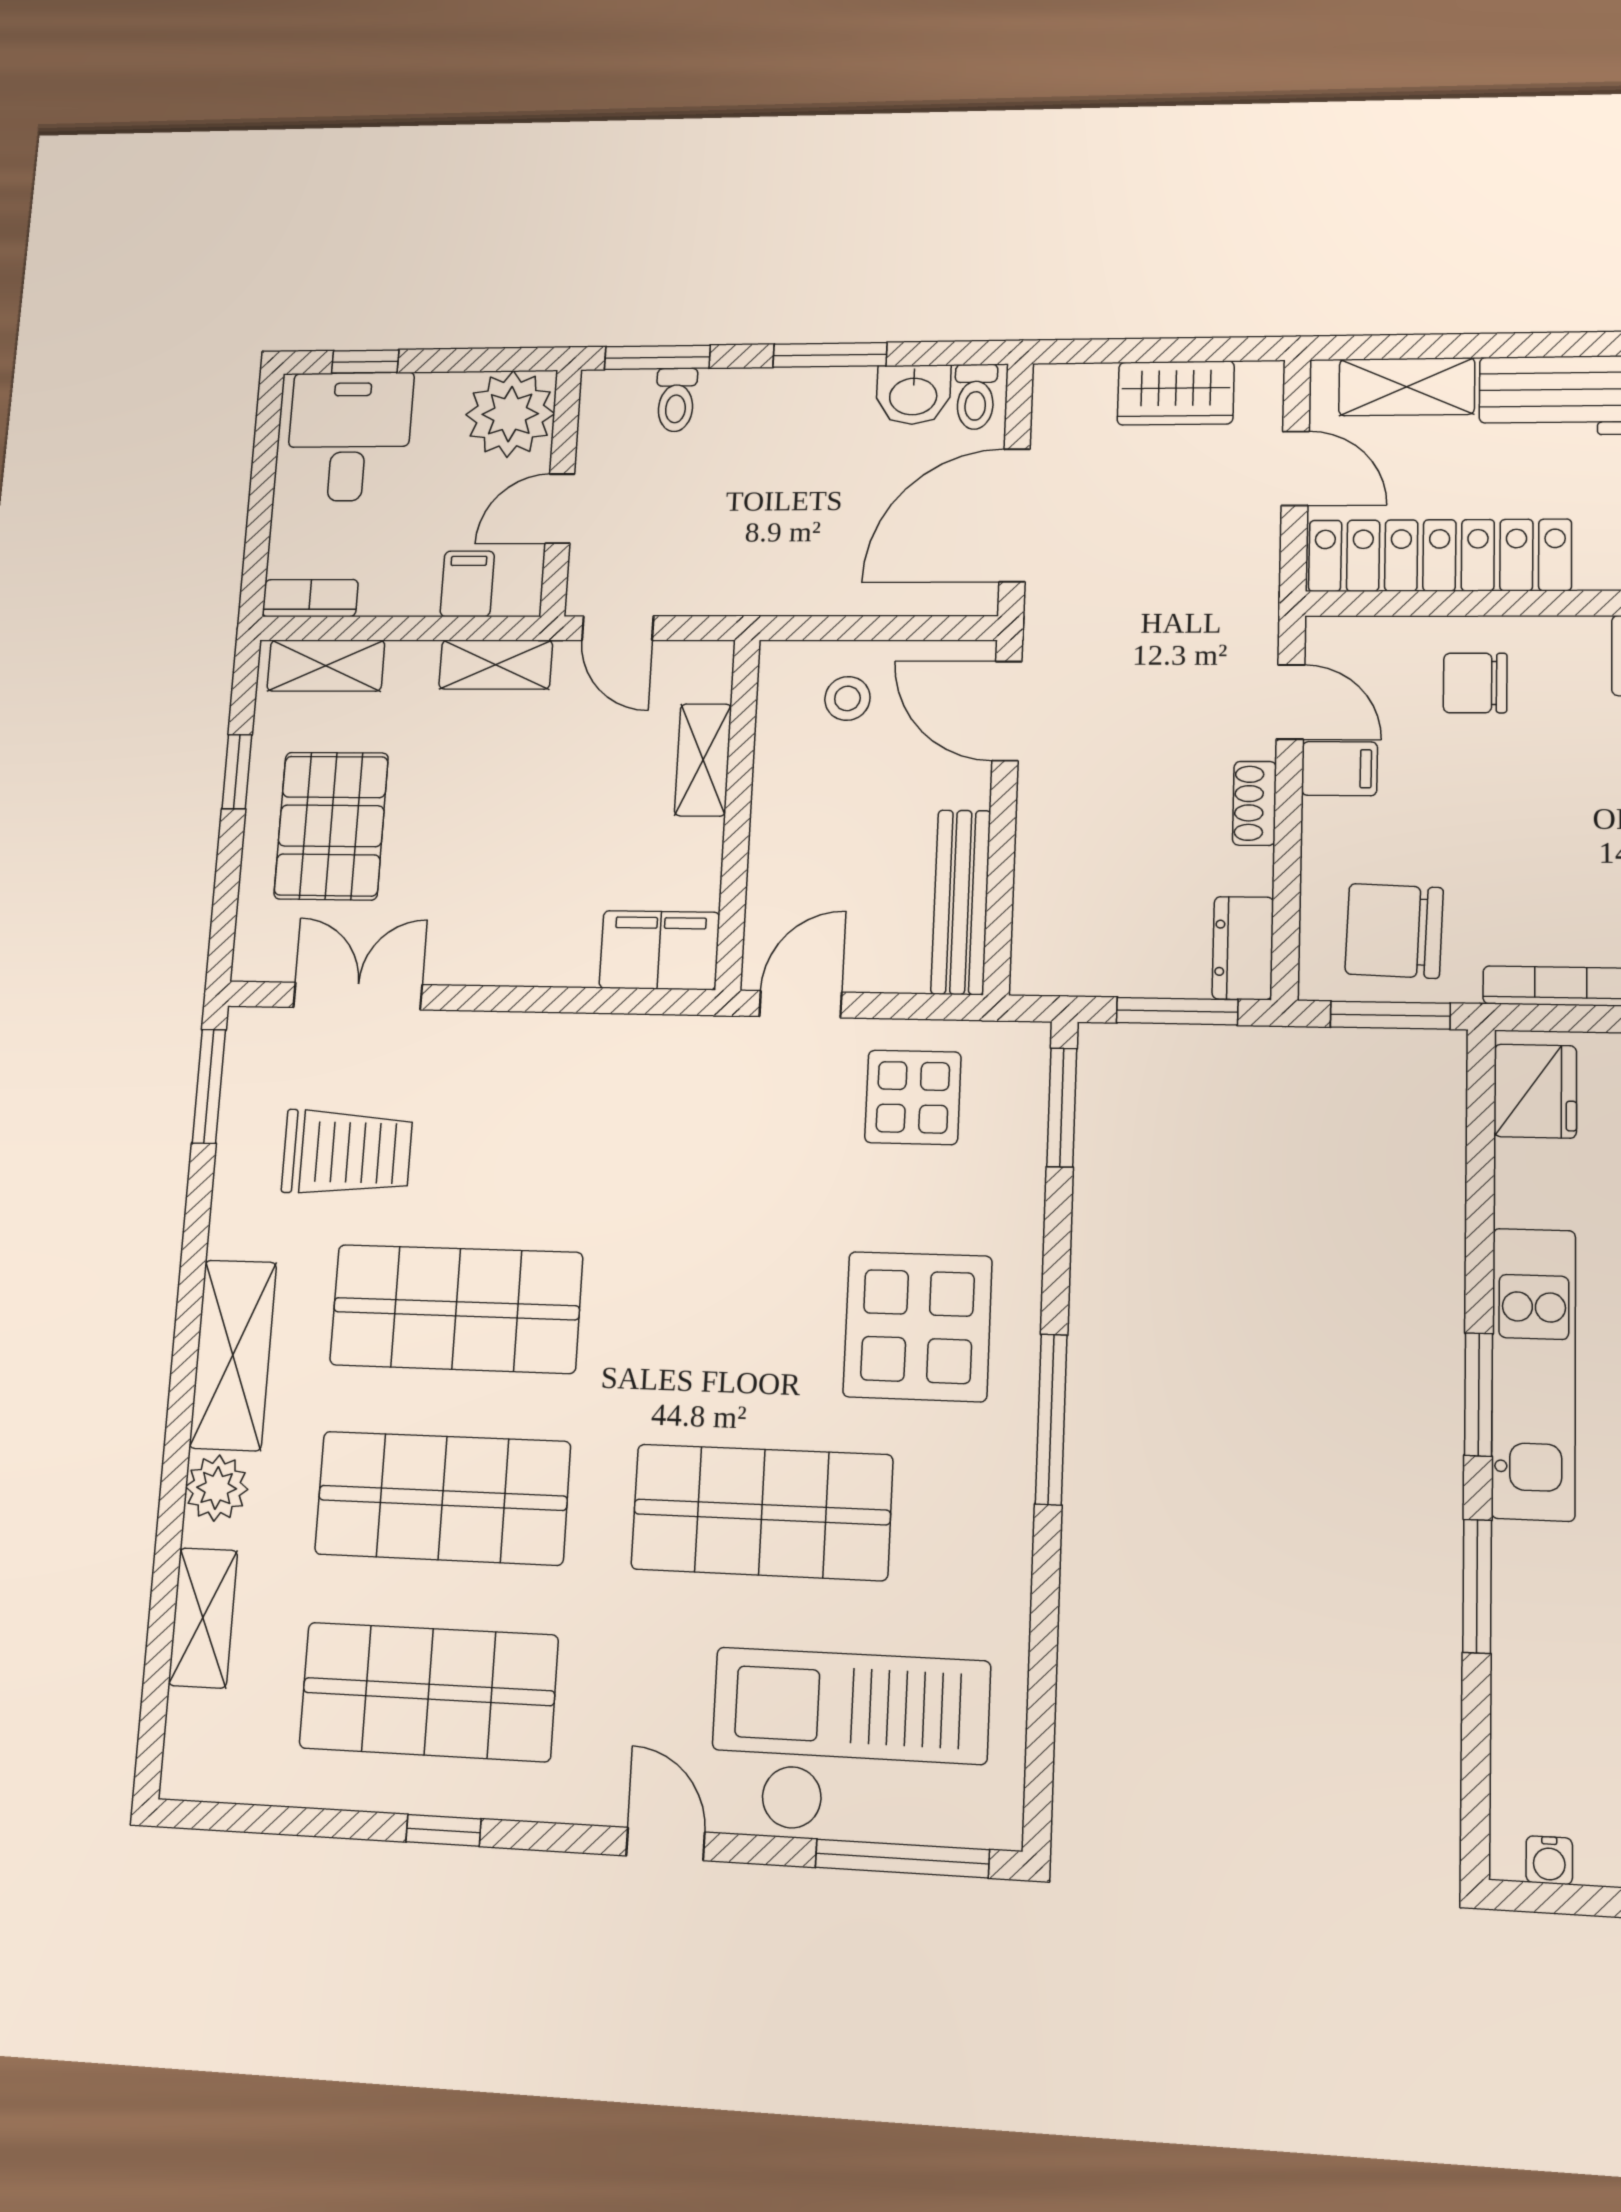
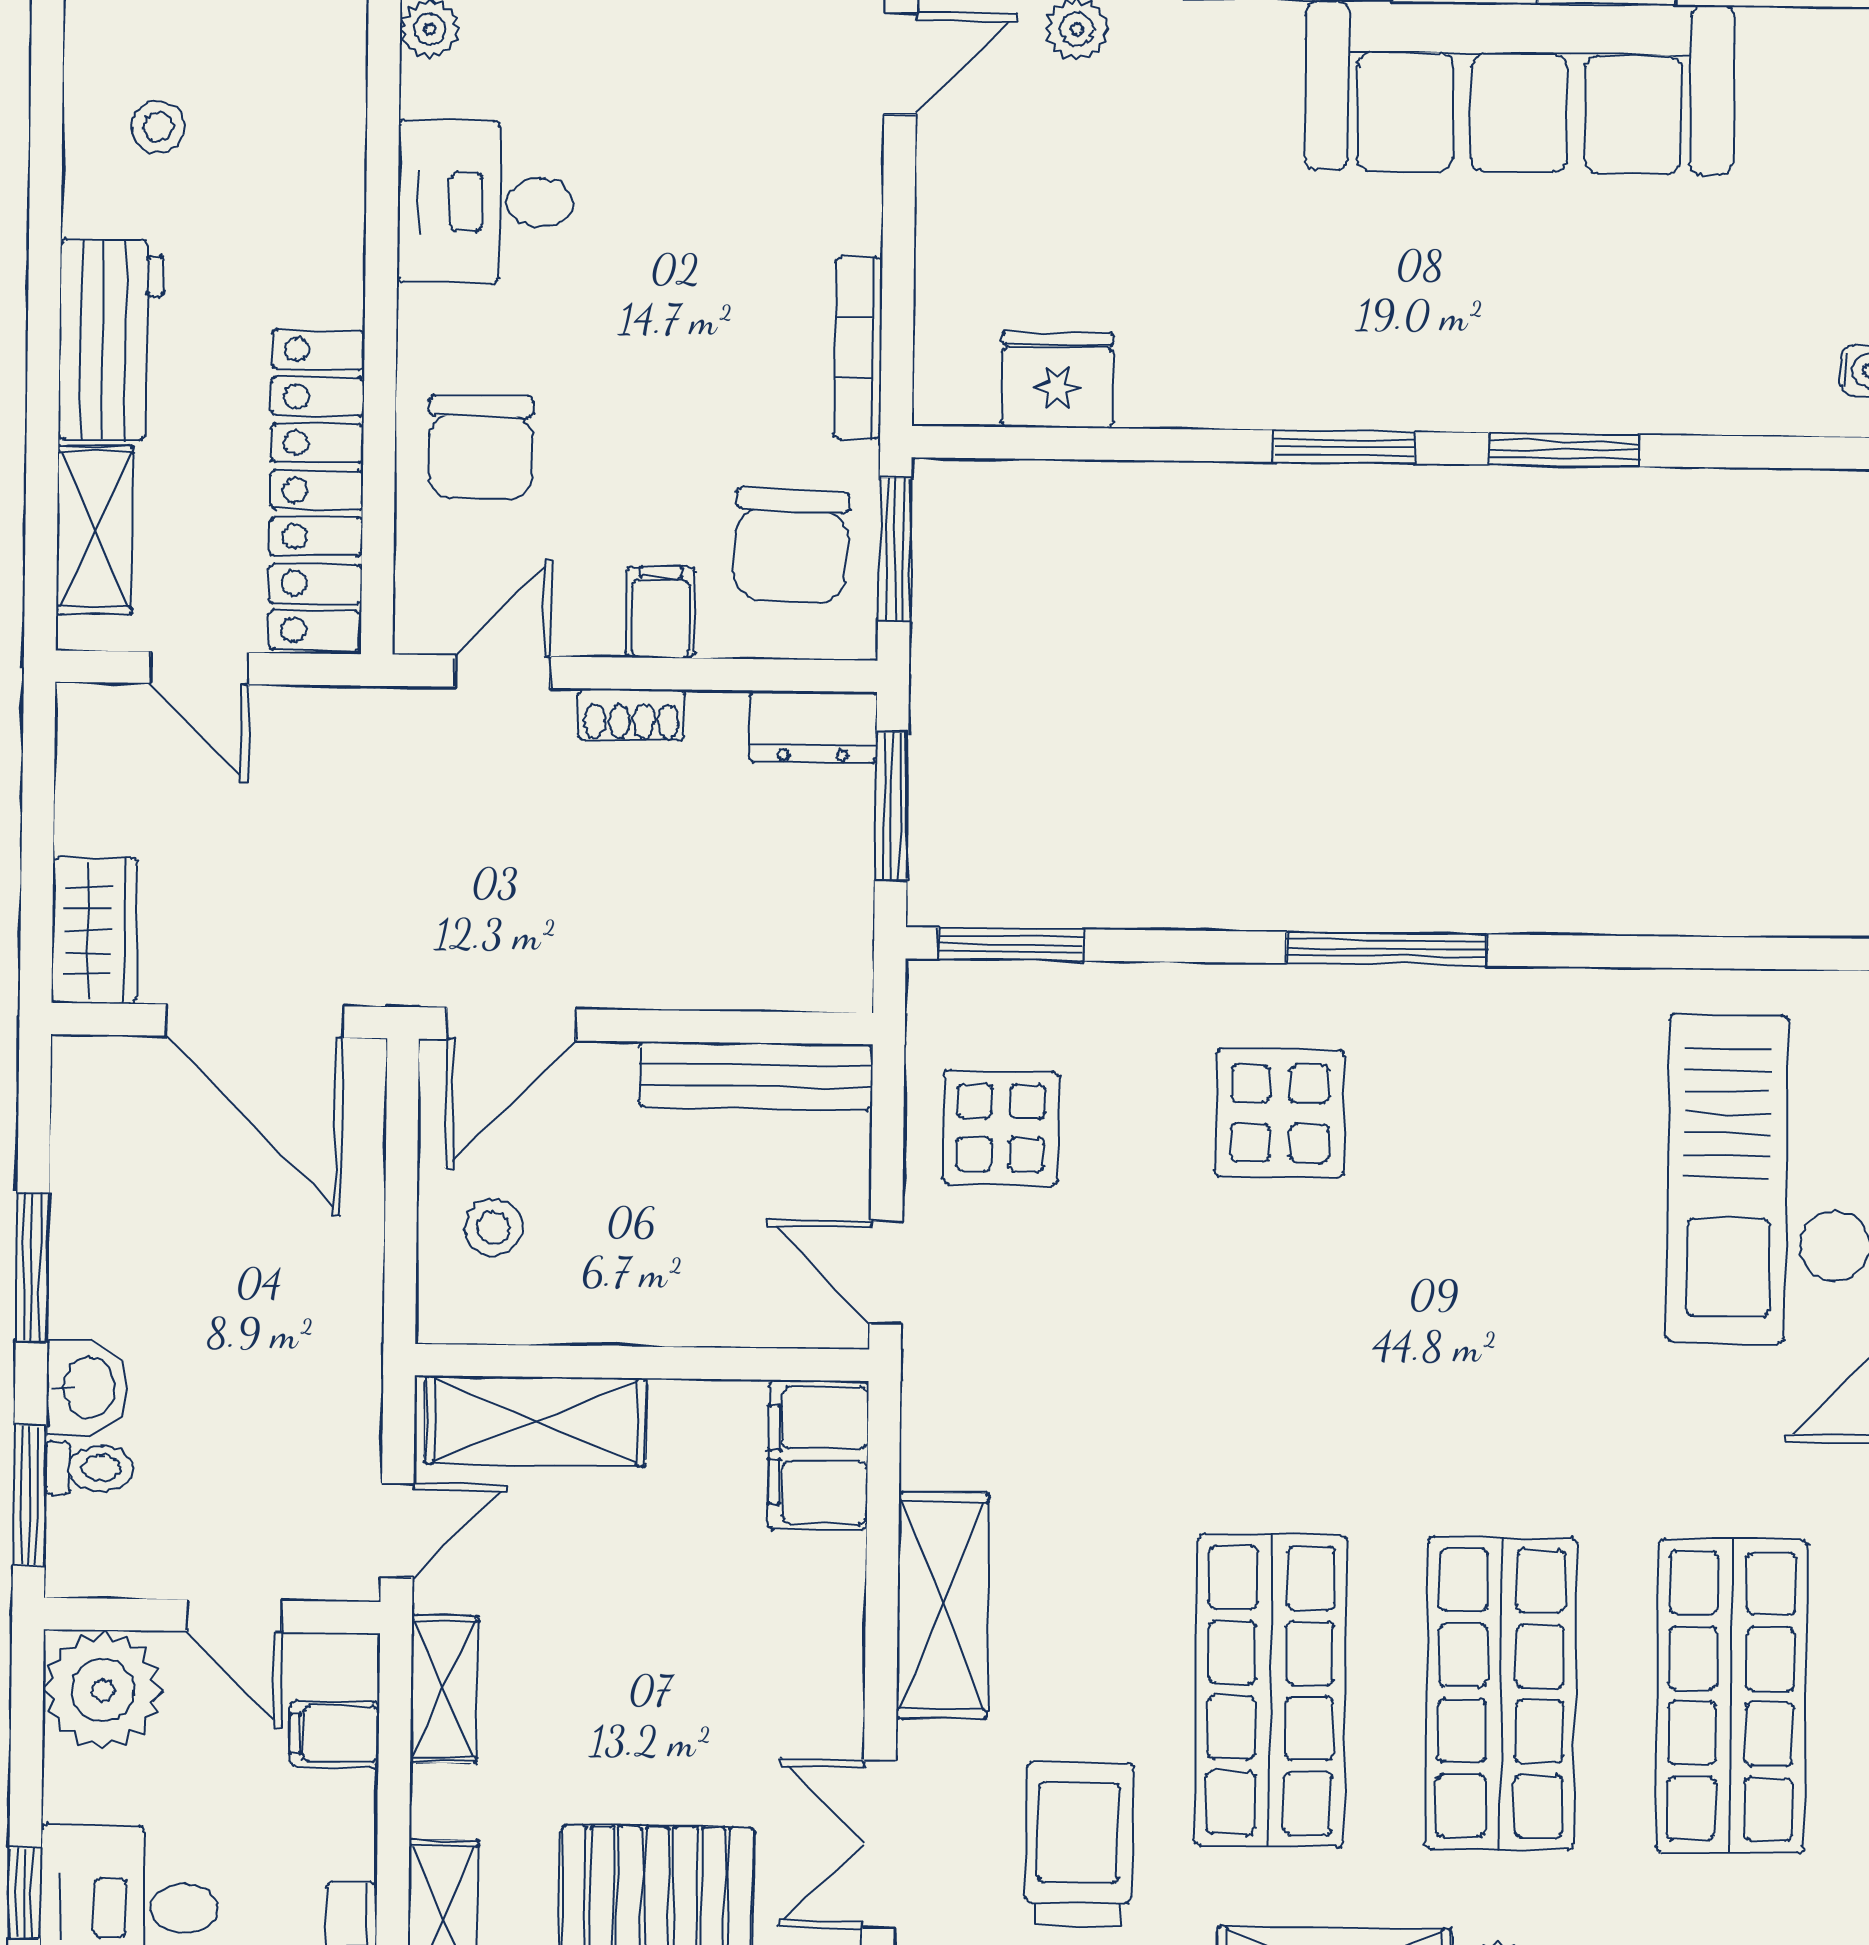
wardrobe: (1176, 393) -> (94, 930), moved
washbasin: (913, 395) -> (87, 1388), moved
toilet: (976, 397) -> (94, 1075), removed
door: (1295, 468) -> (200, 668), swing flipped
chair: (1475, 683) -> (481, 447), width x1.37, depth x1.37
shelving: (703, 760) -> (536, 1421), width x1.50, depth x1.33
filing cabinet: (1339, 769) -> (661, 612), moved
shelving: (537, 1047) -> (942, 1606), added
fridge: (1535, 1091) -> (1057, 380), moved
display table: (918, 1326) -> (1280, 1113), width x0.73, depth x0.73
kitchen unit: (1534, 1374) -> (1319, 384), removed
shop shelf: (762, 1512) -> (1506, 1296), removed

